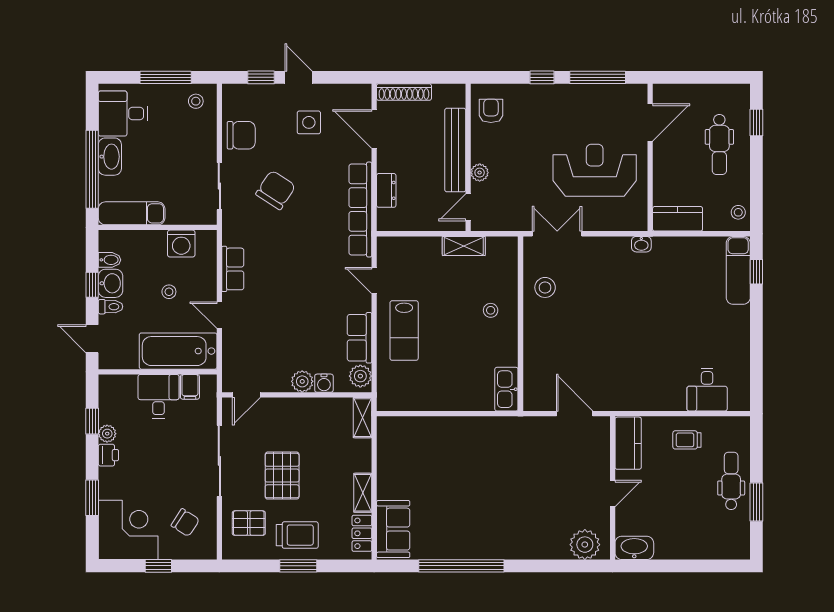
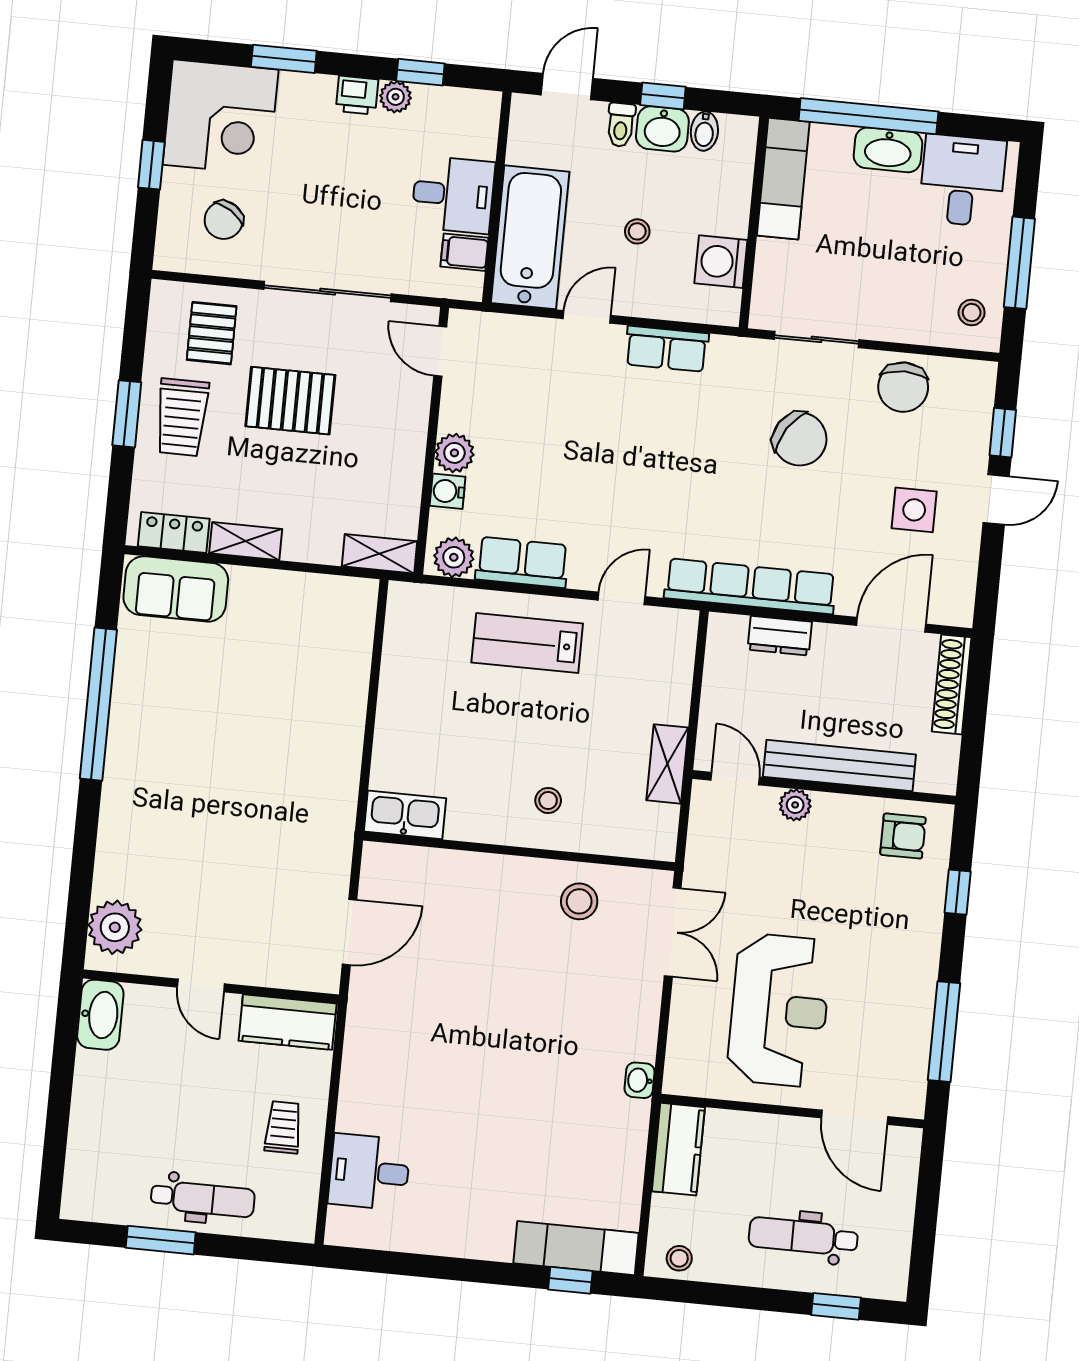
window: (542, 77) -> (958, 892), moved

